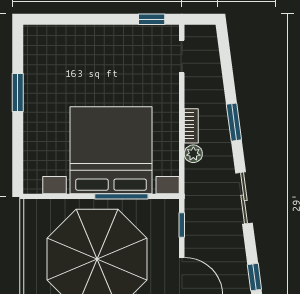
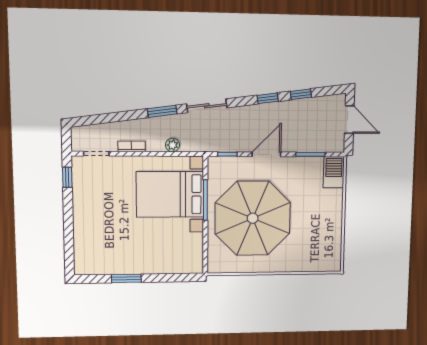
window: (234, 122) -> (162, 111), moved
bookcase: (191, 126) -> (132, 146), moved
bed with nightstands: (111, 150) -> (170, 194), width x0.73

